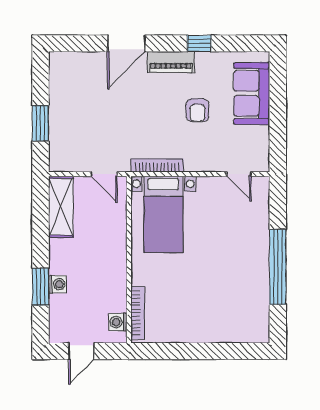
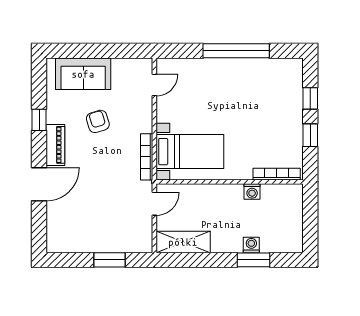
door: (126, 43) -> (39, 184), hinge flipped
armchair: (197, 110) -> (98, 121), turned -108
washing machine: (118, 322) -> (252, 192), moved
door: (81, 351) -> (310, 224), removed
window: (182, 351) -> (310, 135), added
window: (224, 351) -> (310, 98), added

